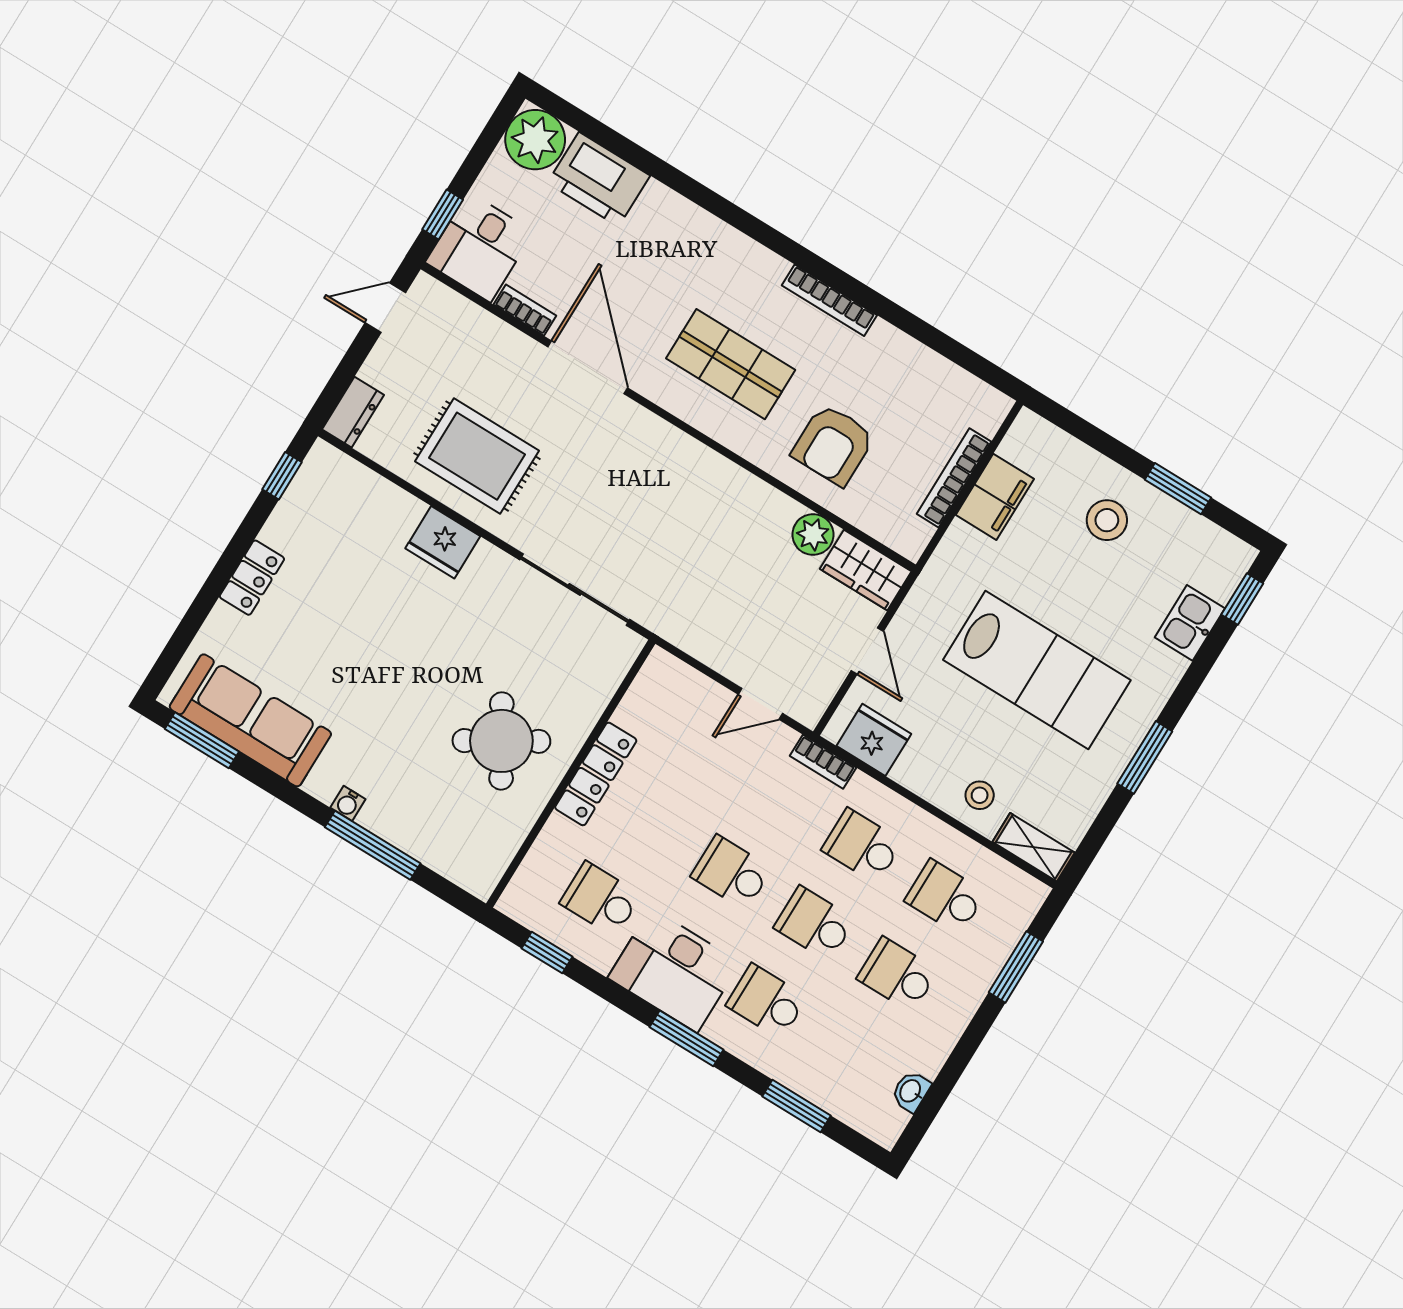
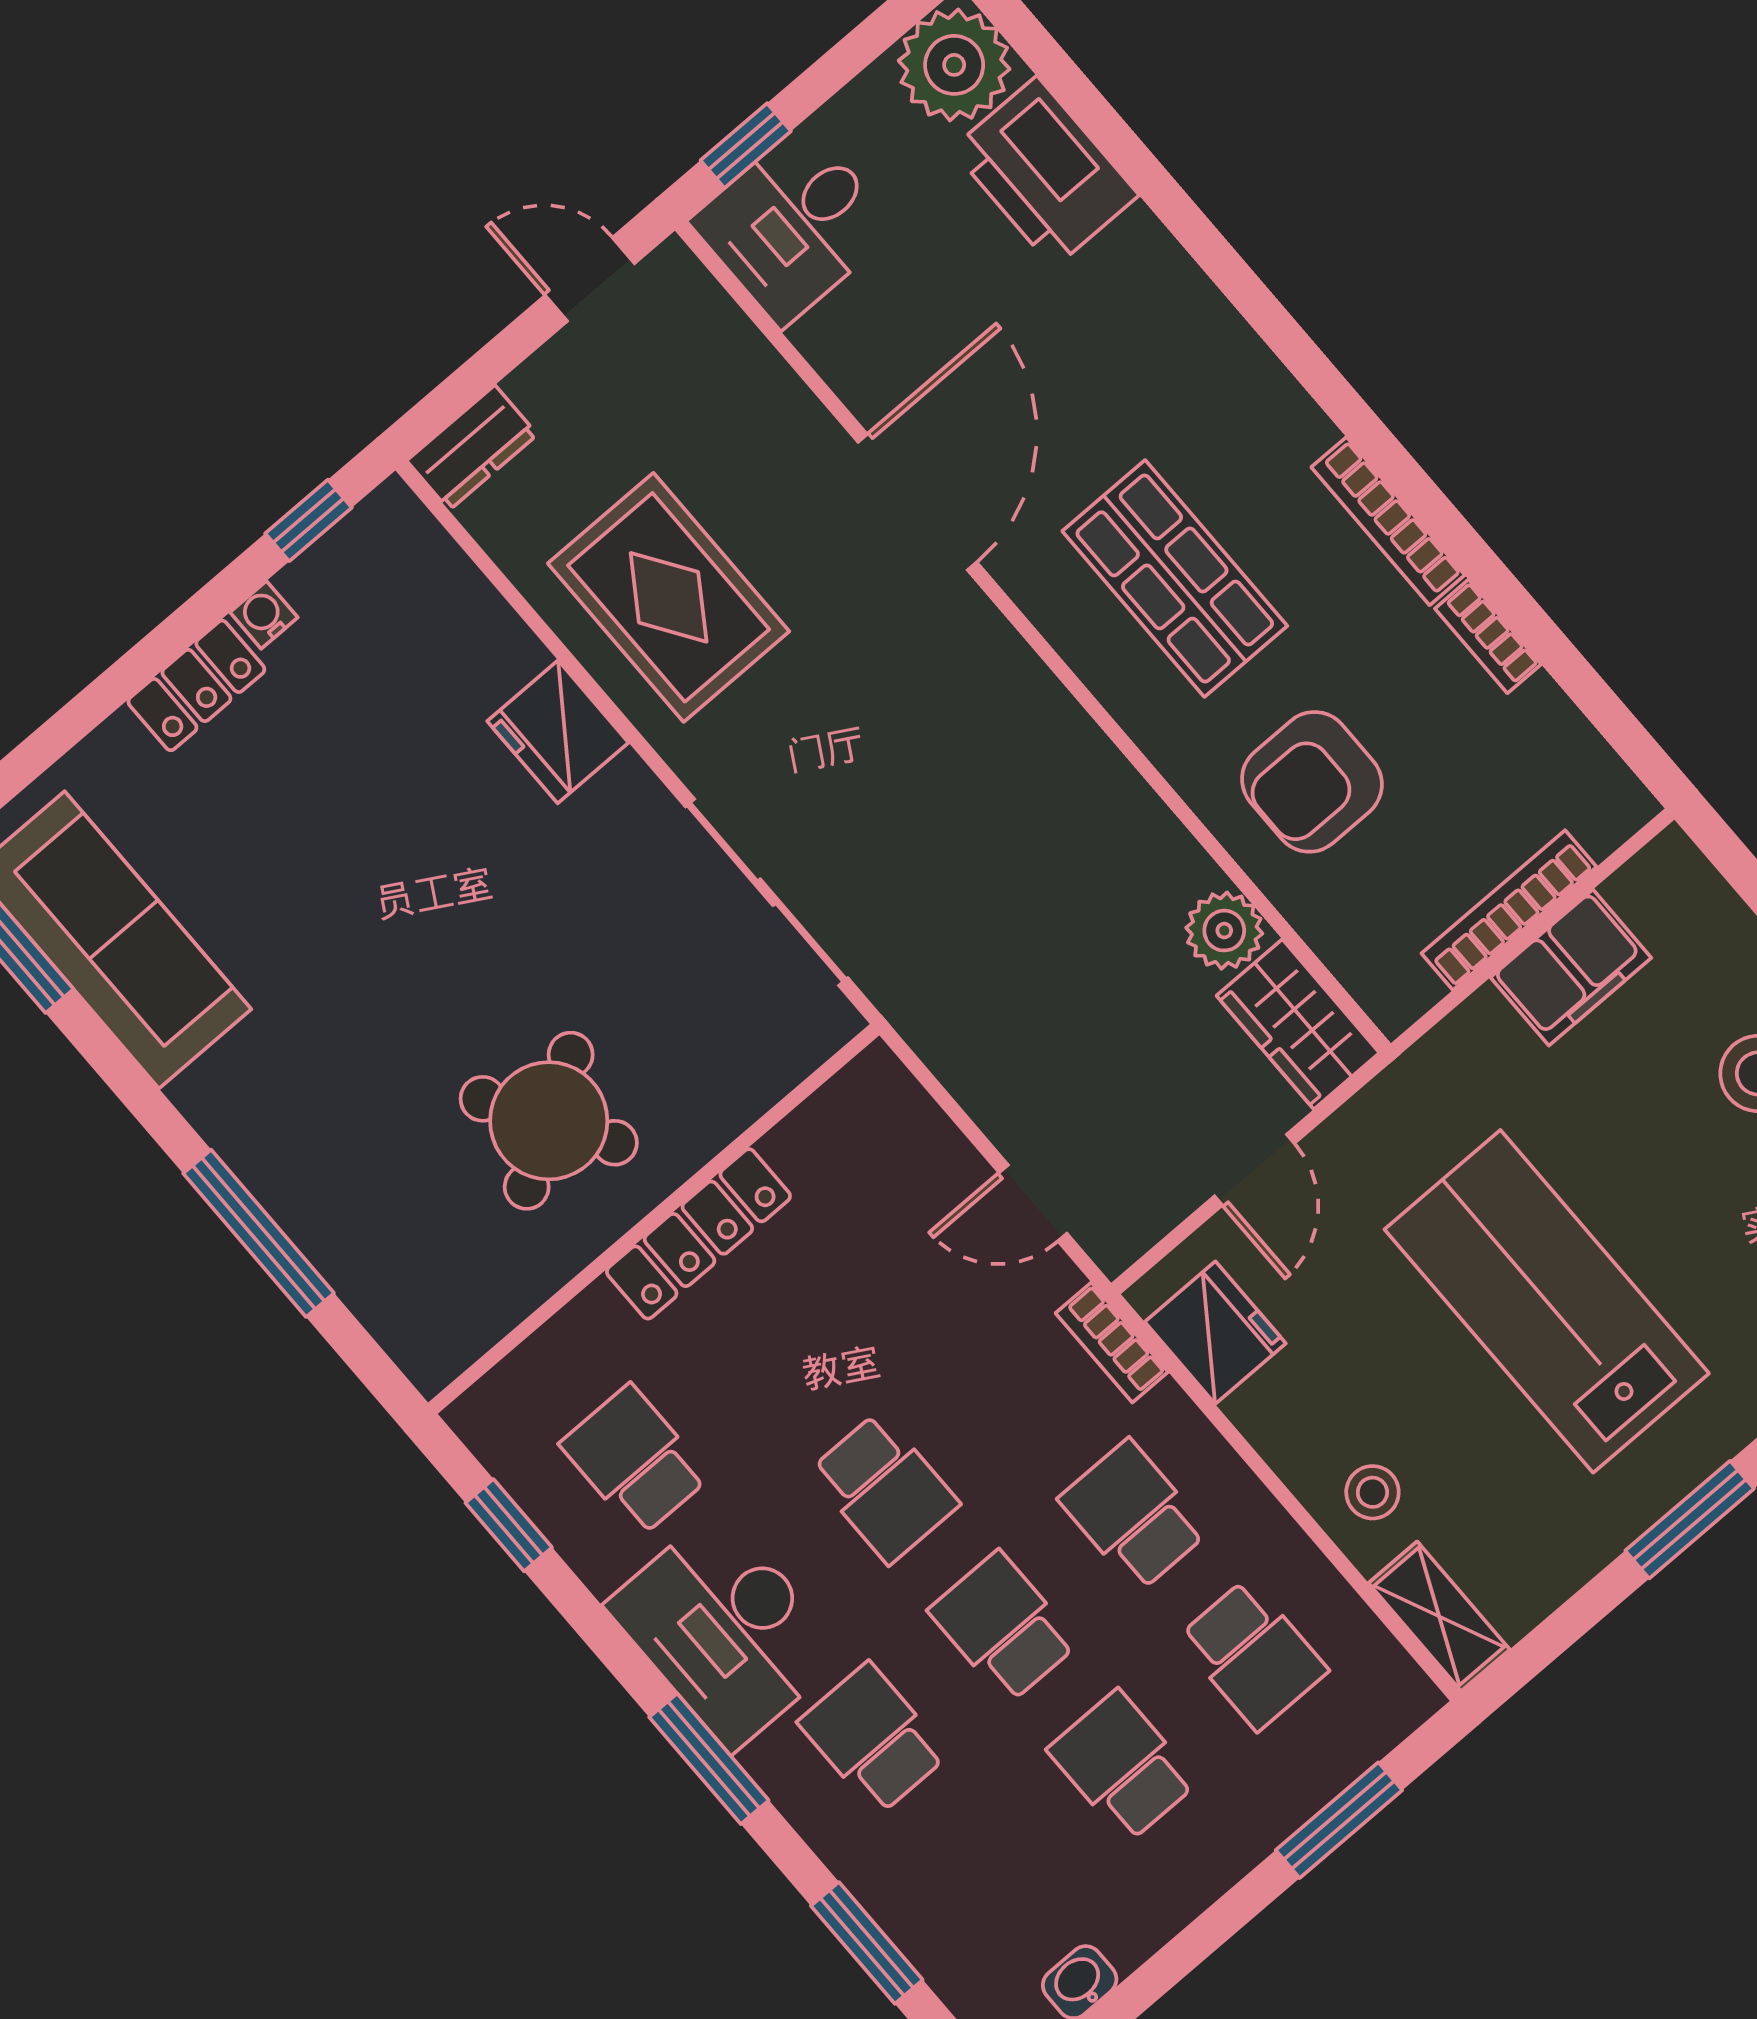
bookcase: (525, 310) -> (1488, 636), moved, turned 180
lab bench: (1037, 670) -> (1547, 1301), turned 180
water cooler: (348, 803) -> (264, 615), moved, turned 90
school desk: (731, 872) -> (884, 1488), turned 180
school desk: (945, 897) -> (1253, 1654), turned 180

